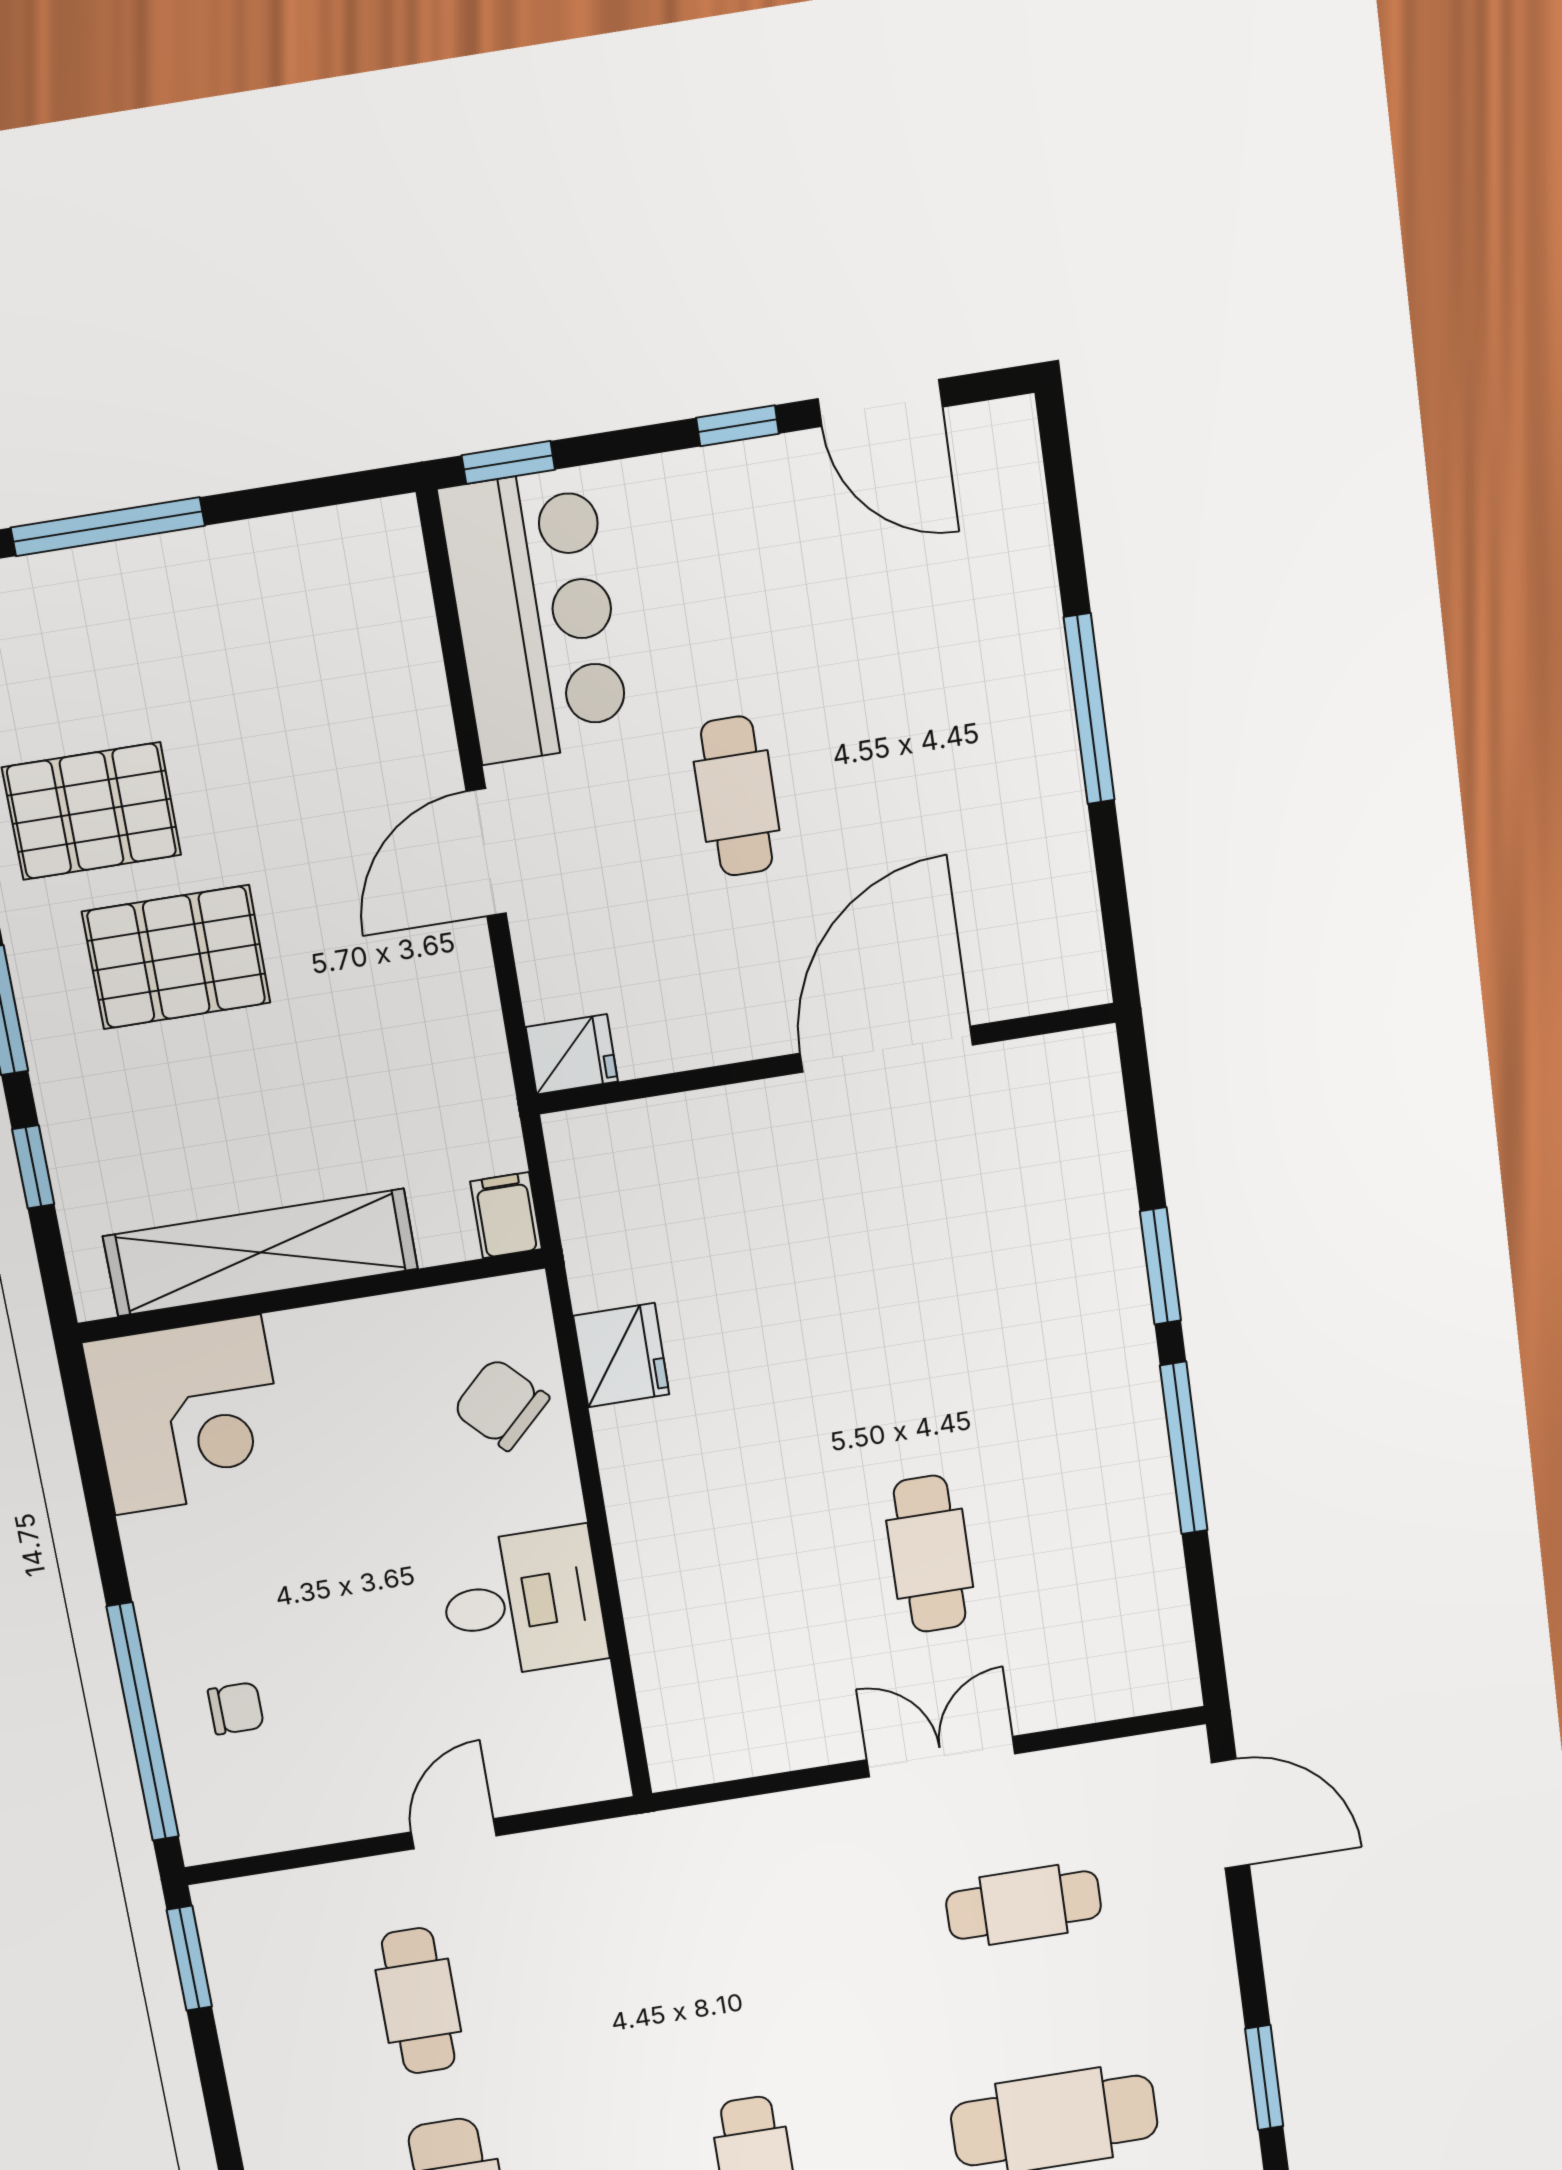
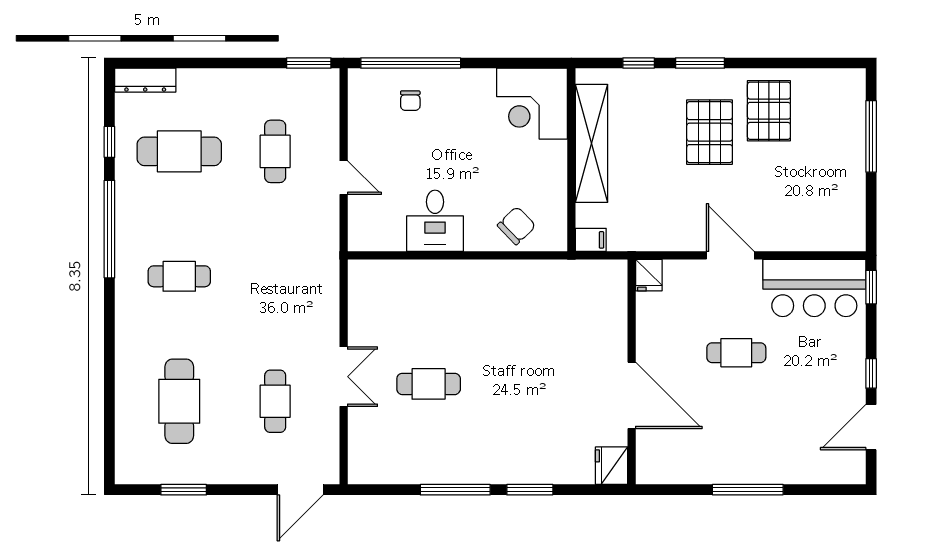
fridge: (621, 1355) -> (612, 466), moved, turned 90
cafe table: (418, 2001) -> (275, 151), turned 90

